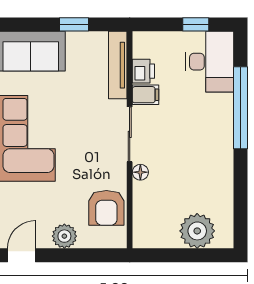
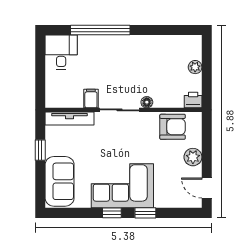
window: (196, 24) -> (40, 62), removed
desk: (210, 62) -> (61, 52), width x0.73
printer: (143, 71) -> (193, 100), moved
plant: (197, 231) -> (195, 67), width x0.53, depth x0.53

